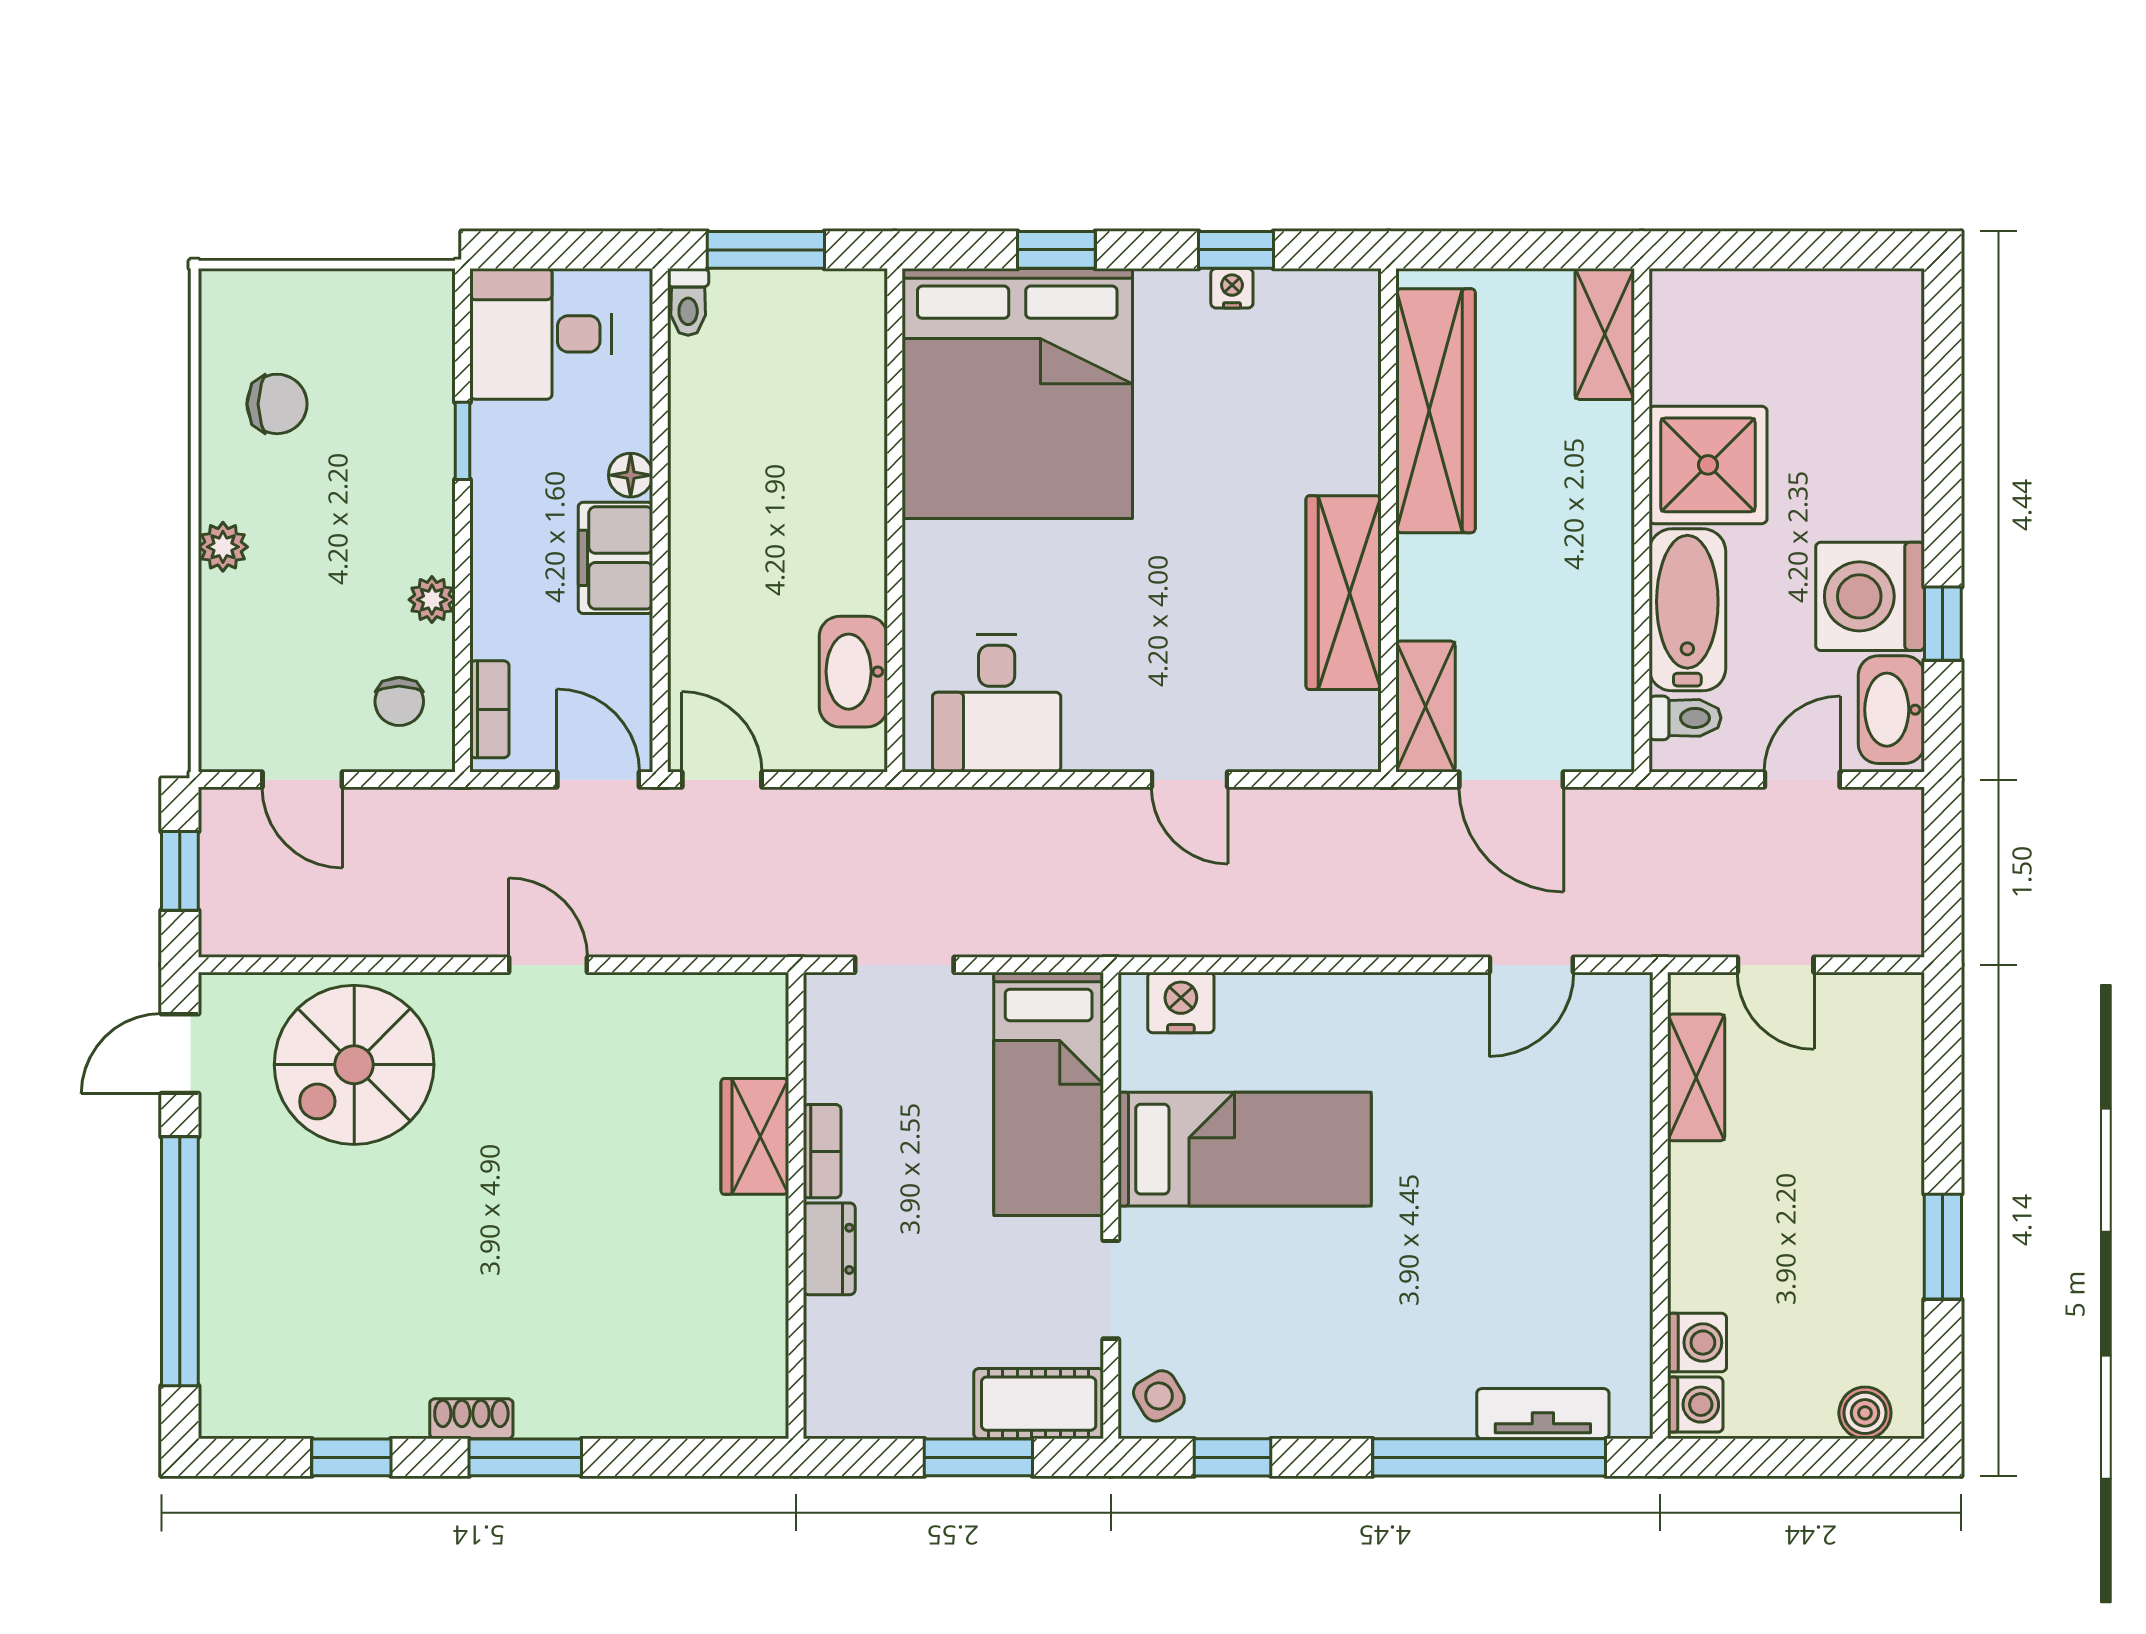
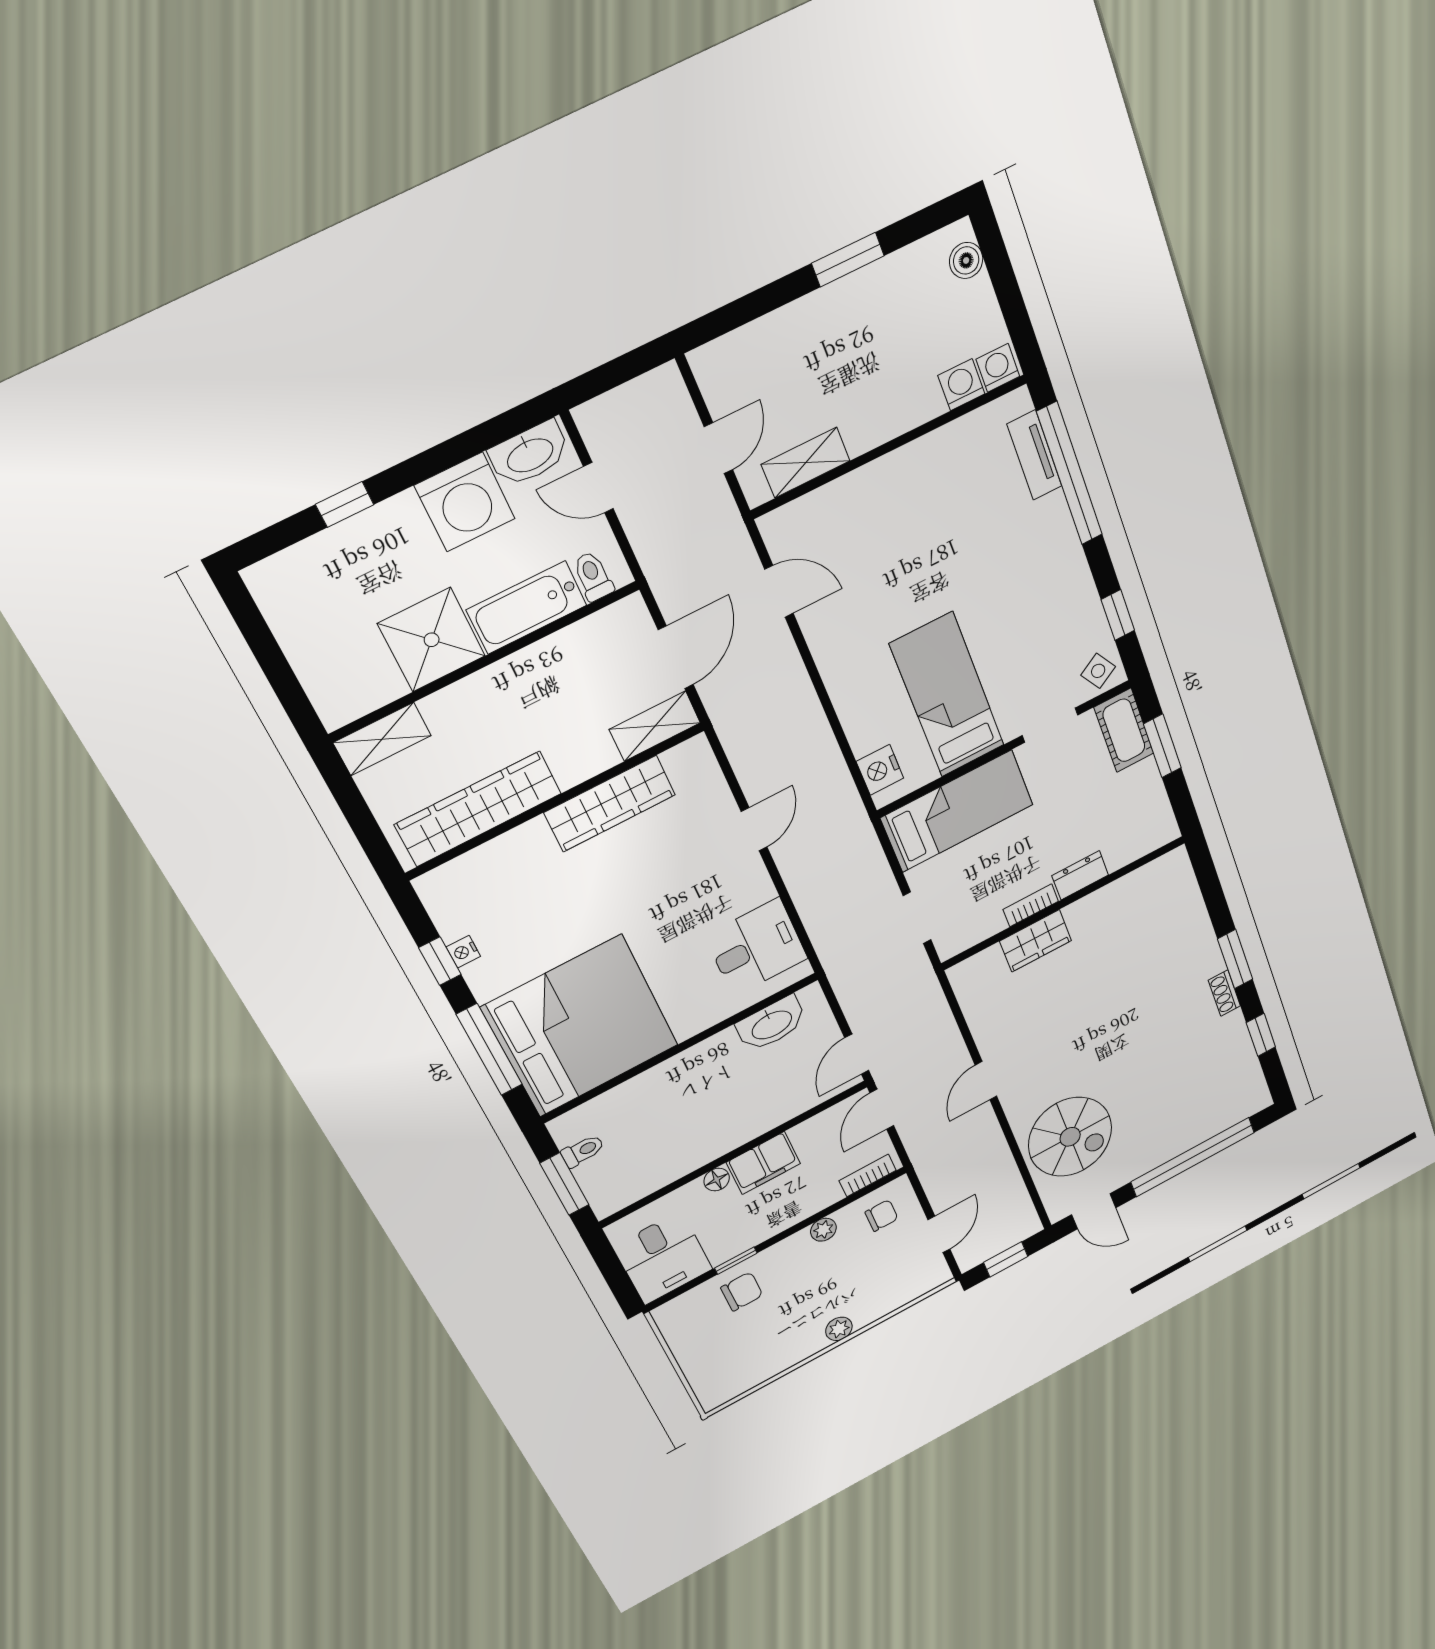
window: (1056, 250) -> (489, 1050), width x2.17
toilet: (688, 302) -> (583, 1151), moved
chair: (277, 404) -> (742, 1291), moved, turned 90
window: (1943, 624) -> (345, 504), moved

